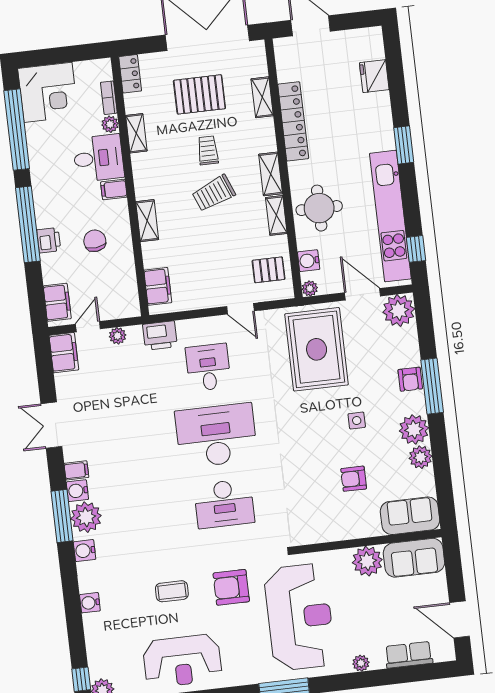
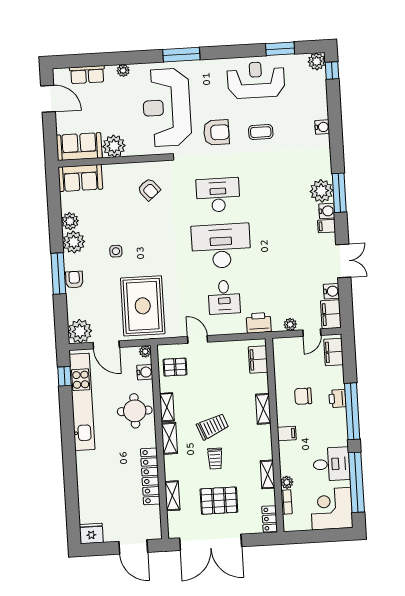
fridge: (374, 76) -> (91, 533), moved, turned -90
window: (404, 145) -> (69, 454), removed
desk: (98, 158) -> (331, 464), moved, turned 180
chair: (95, 241) -> (303, 396), turned 96
desk: (216, 435) -> (221, 246), turned 180
armchair: (354, 479) -> (149, 189), moved, turned 50
water cooler: (85, 551) -> (331, 291), moved

